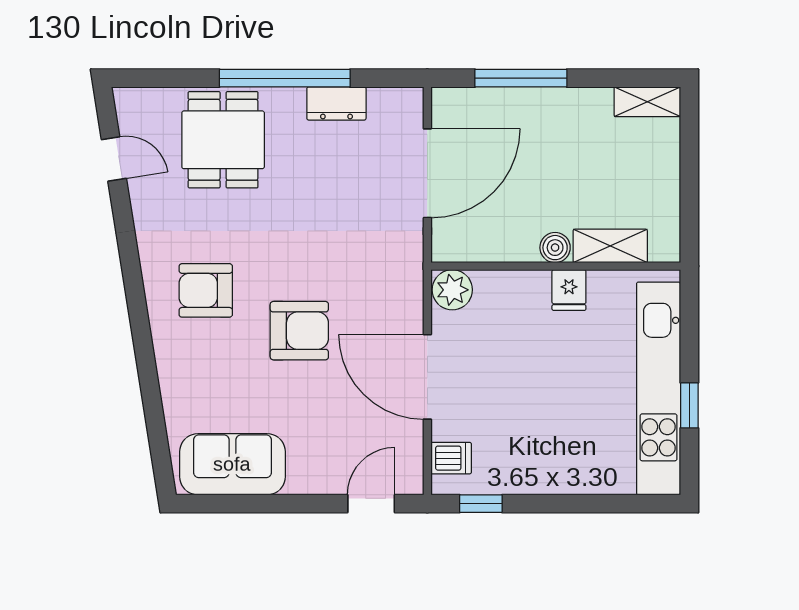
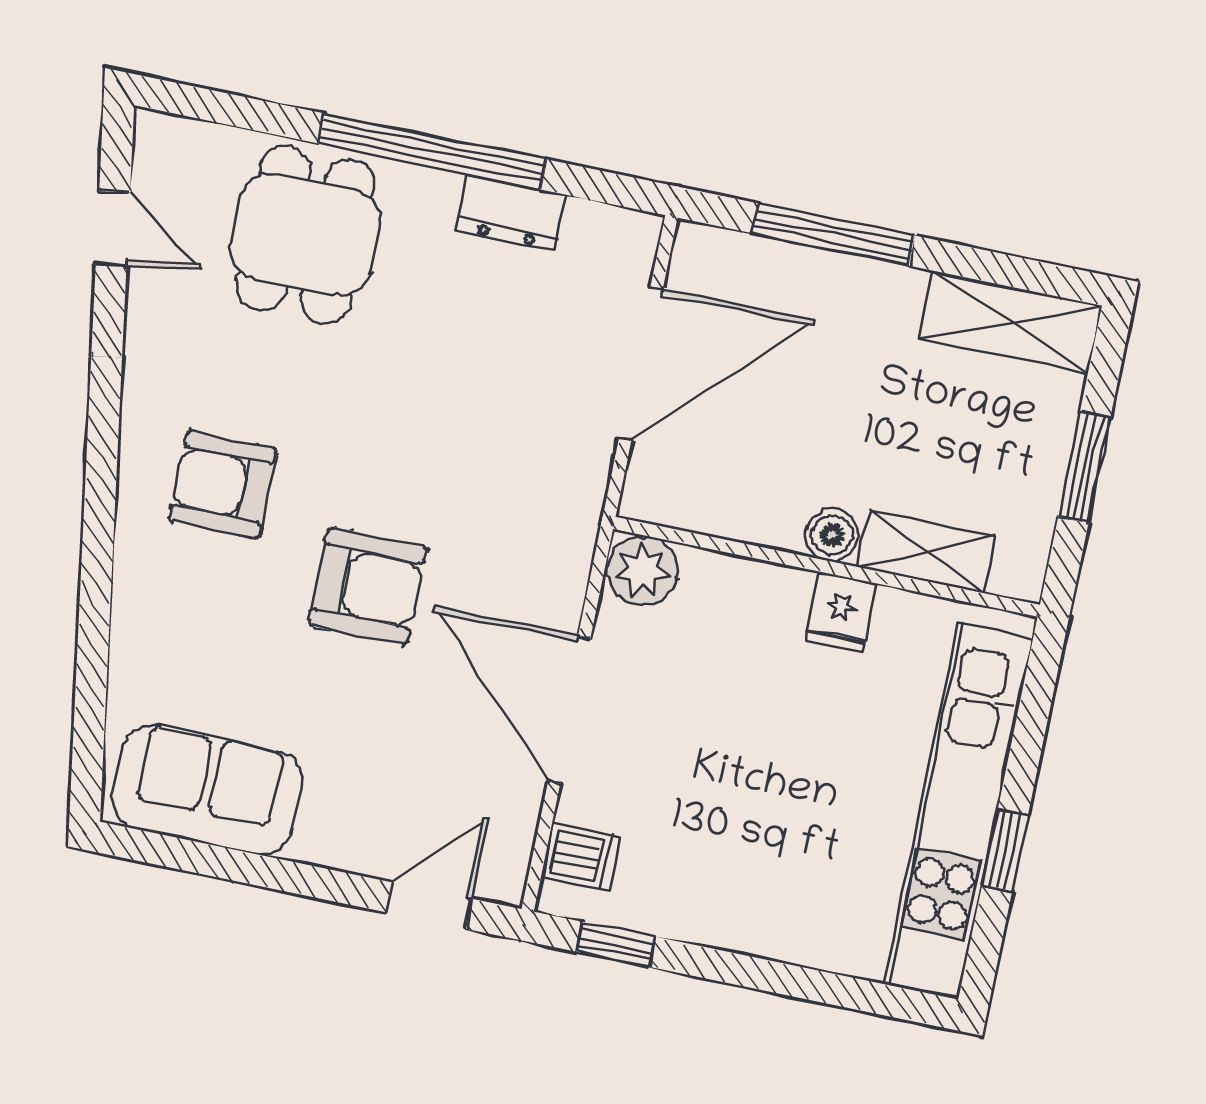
shelving: (647, 102) -> (1010, 322), width x1.50, depth x1.33
window: (689, 180) -> (1084, 467), added

